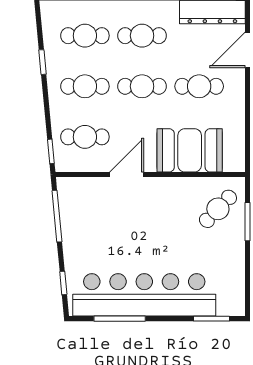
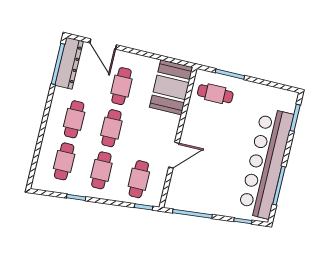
booth: (190, 150) -> (171, 87), moved
door: (127, 175) -> (174, 155), swing flipped
cafe table: (218, 209) -> (215, 94), turned -44

